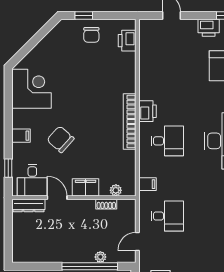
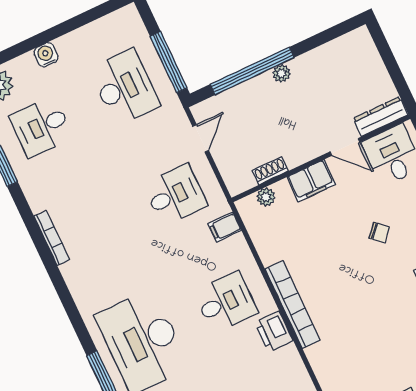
chair: (61, 139) -> (379, 233), width x0.54, depth x0.54
desk: (167, 141) -> (226, 302), turned 180
desk: (167, 216) -> (175, 195), turned 180
plant: (100, 257) -> (281, 73), moved

